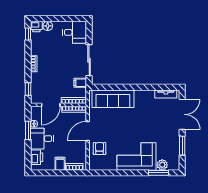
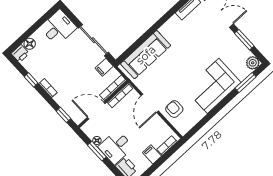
window: (28, 34) -> (31, 80), moved
door: (51, 105) -> (96, 110), swing flipped
plant: (162, 165) -> (253, 63), moved

